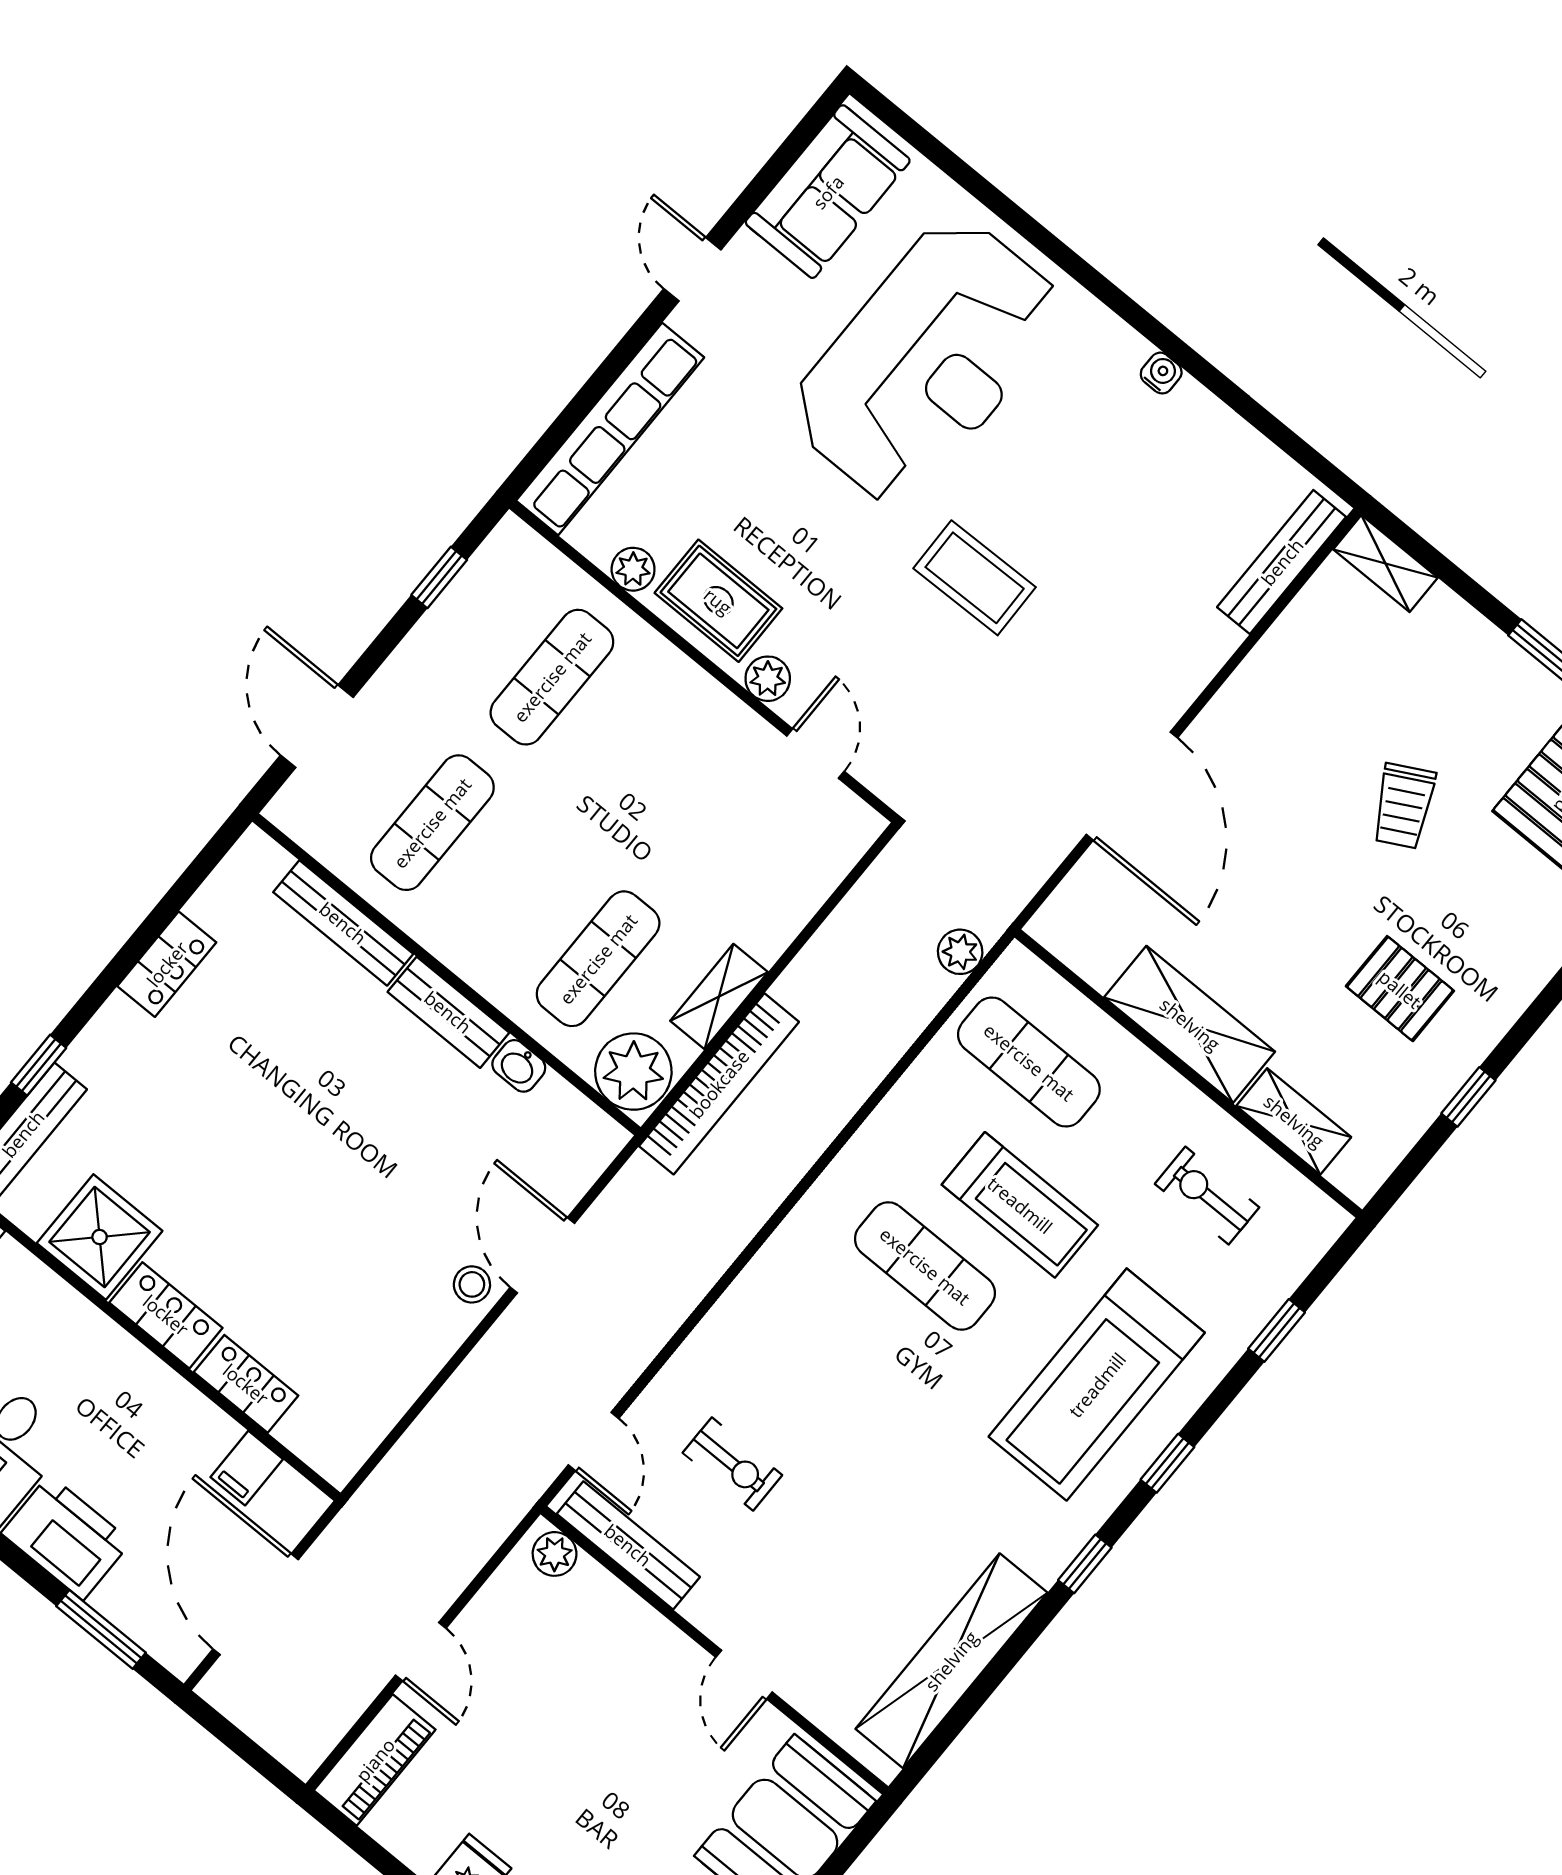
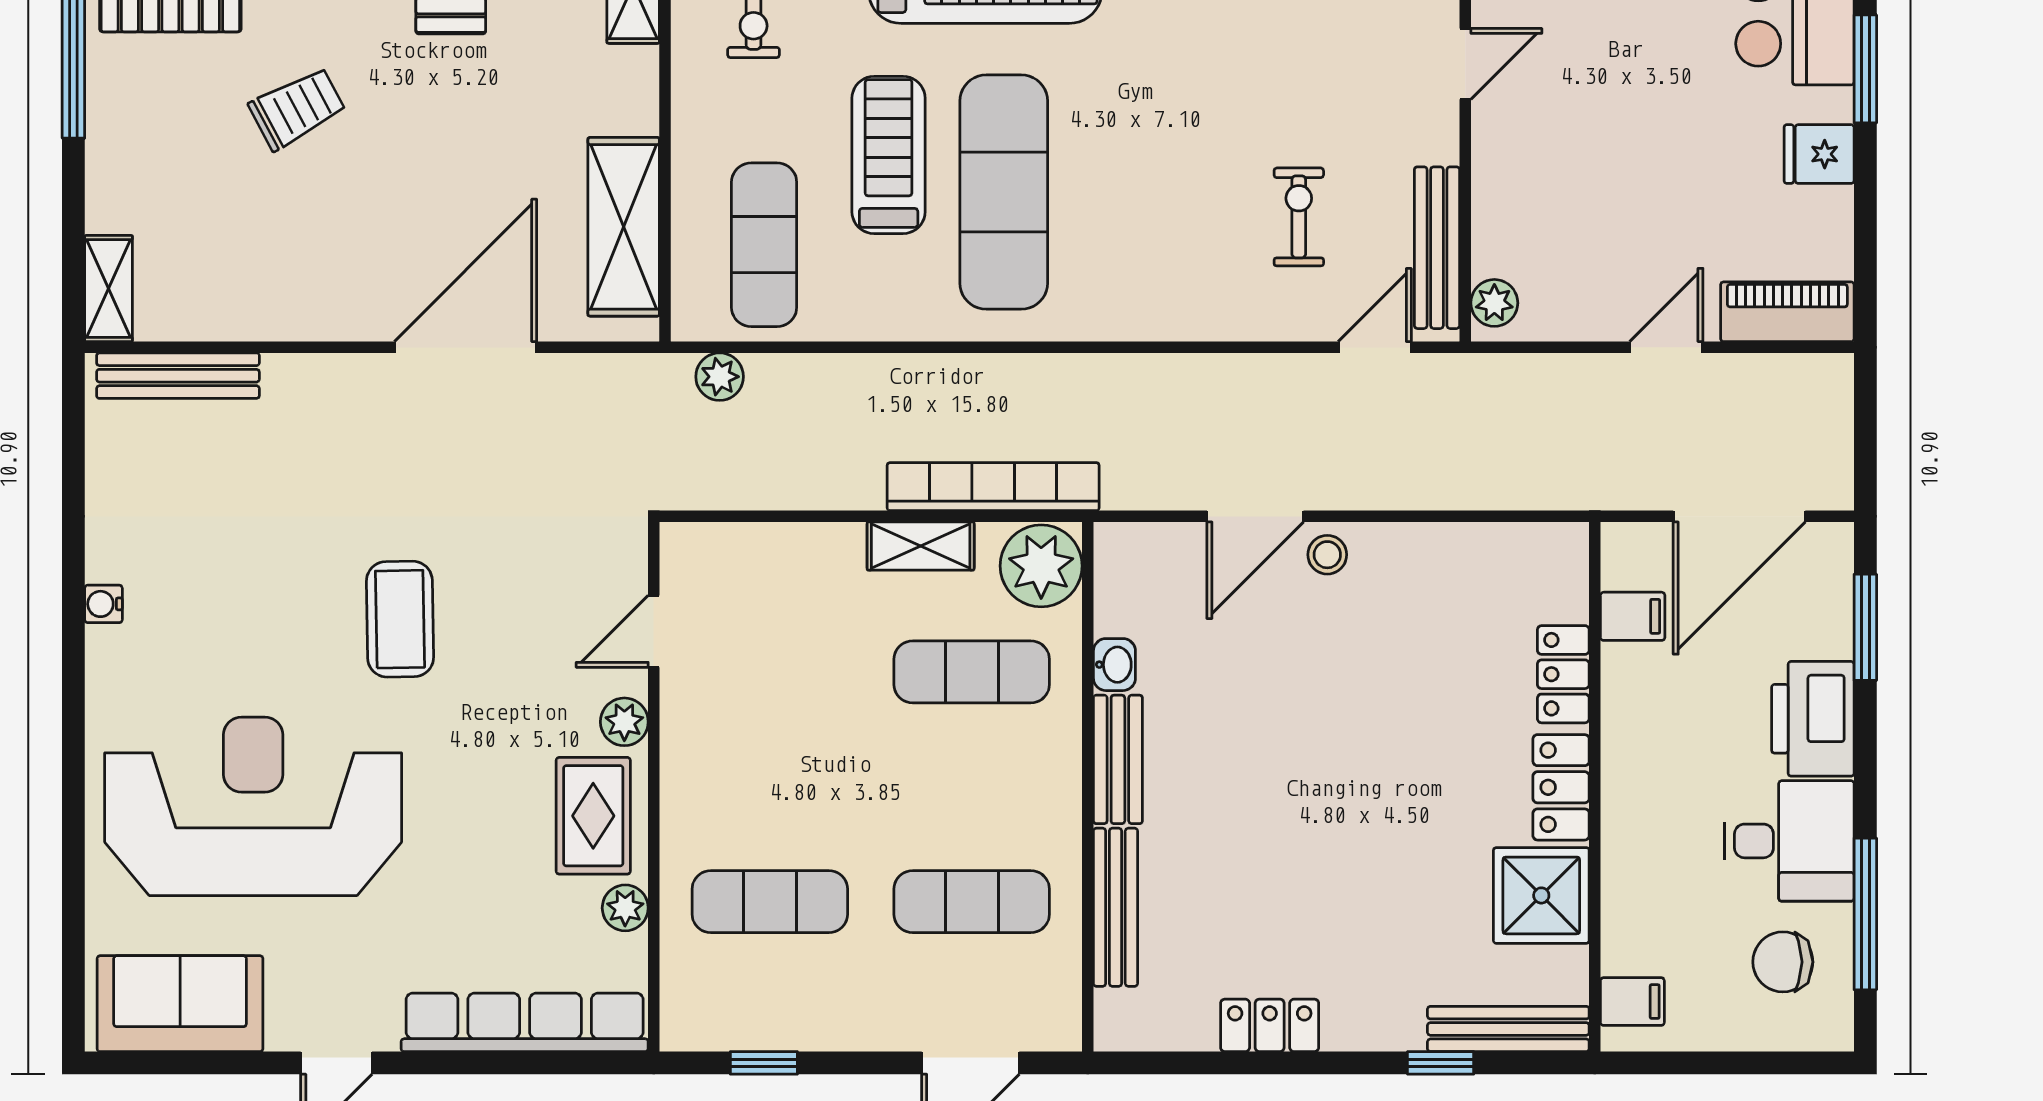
shelving: (1190, 1024) -> (624, 227), moved
exercise mat: (925, 1266) -> (1004, 192), width x1.36, depth x1.45

